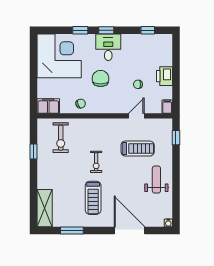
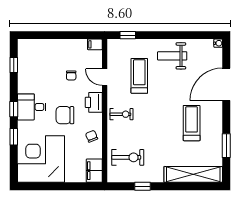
printer: (164, 76) -> (94, 102), moved, turned 90
exercise bike: (96, 162) -> (122, 114), moved
treadmill: (93, 198) -> (192, 123), turned -90
shelving: (45, 208) -> (193, 174), width x1.47

